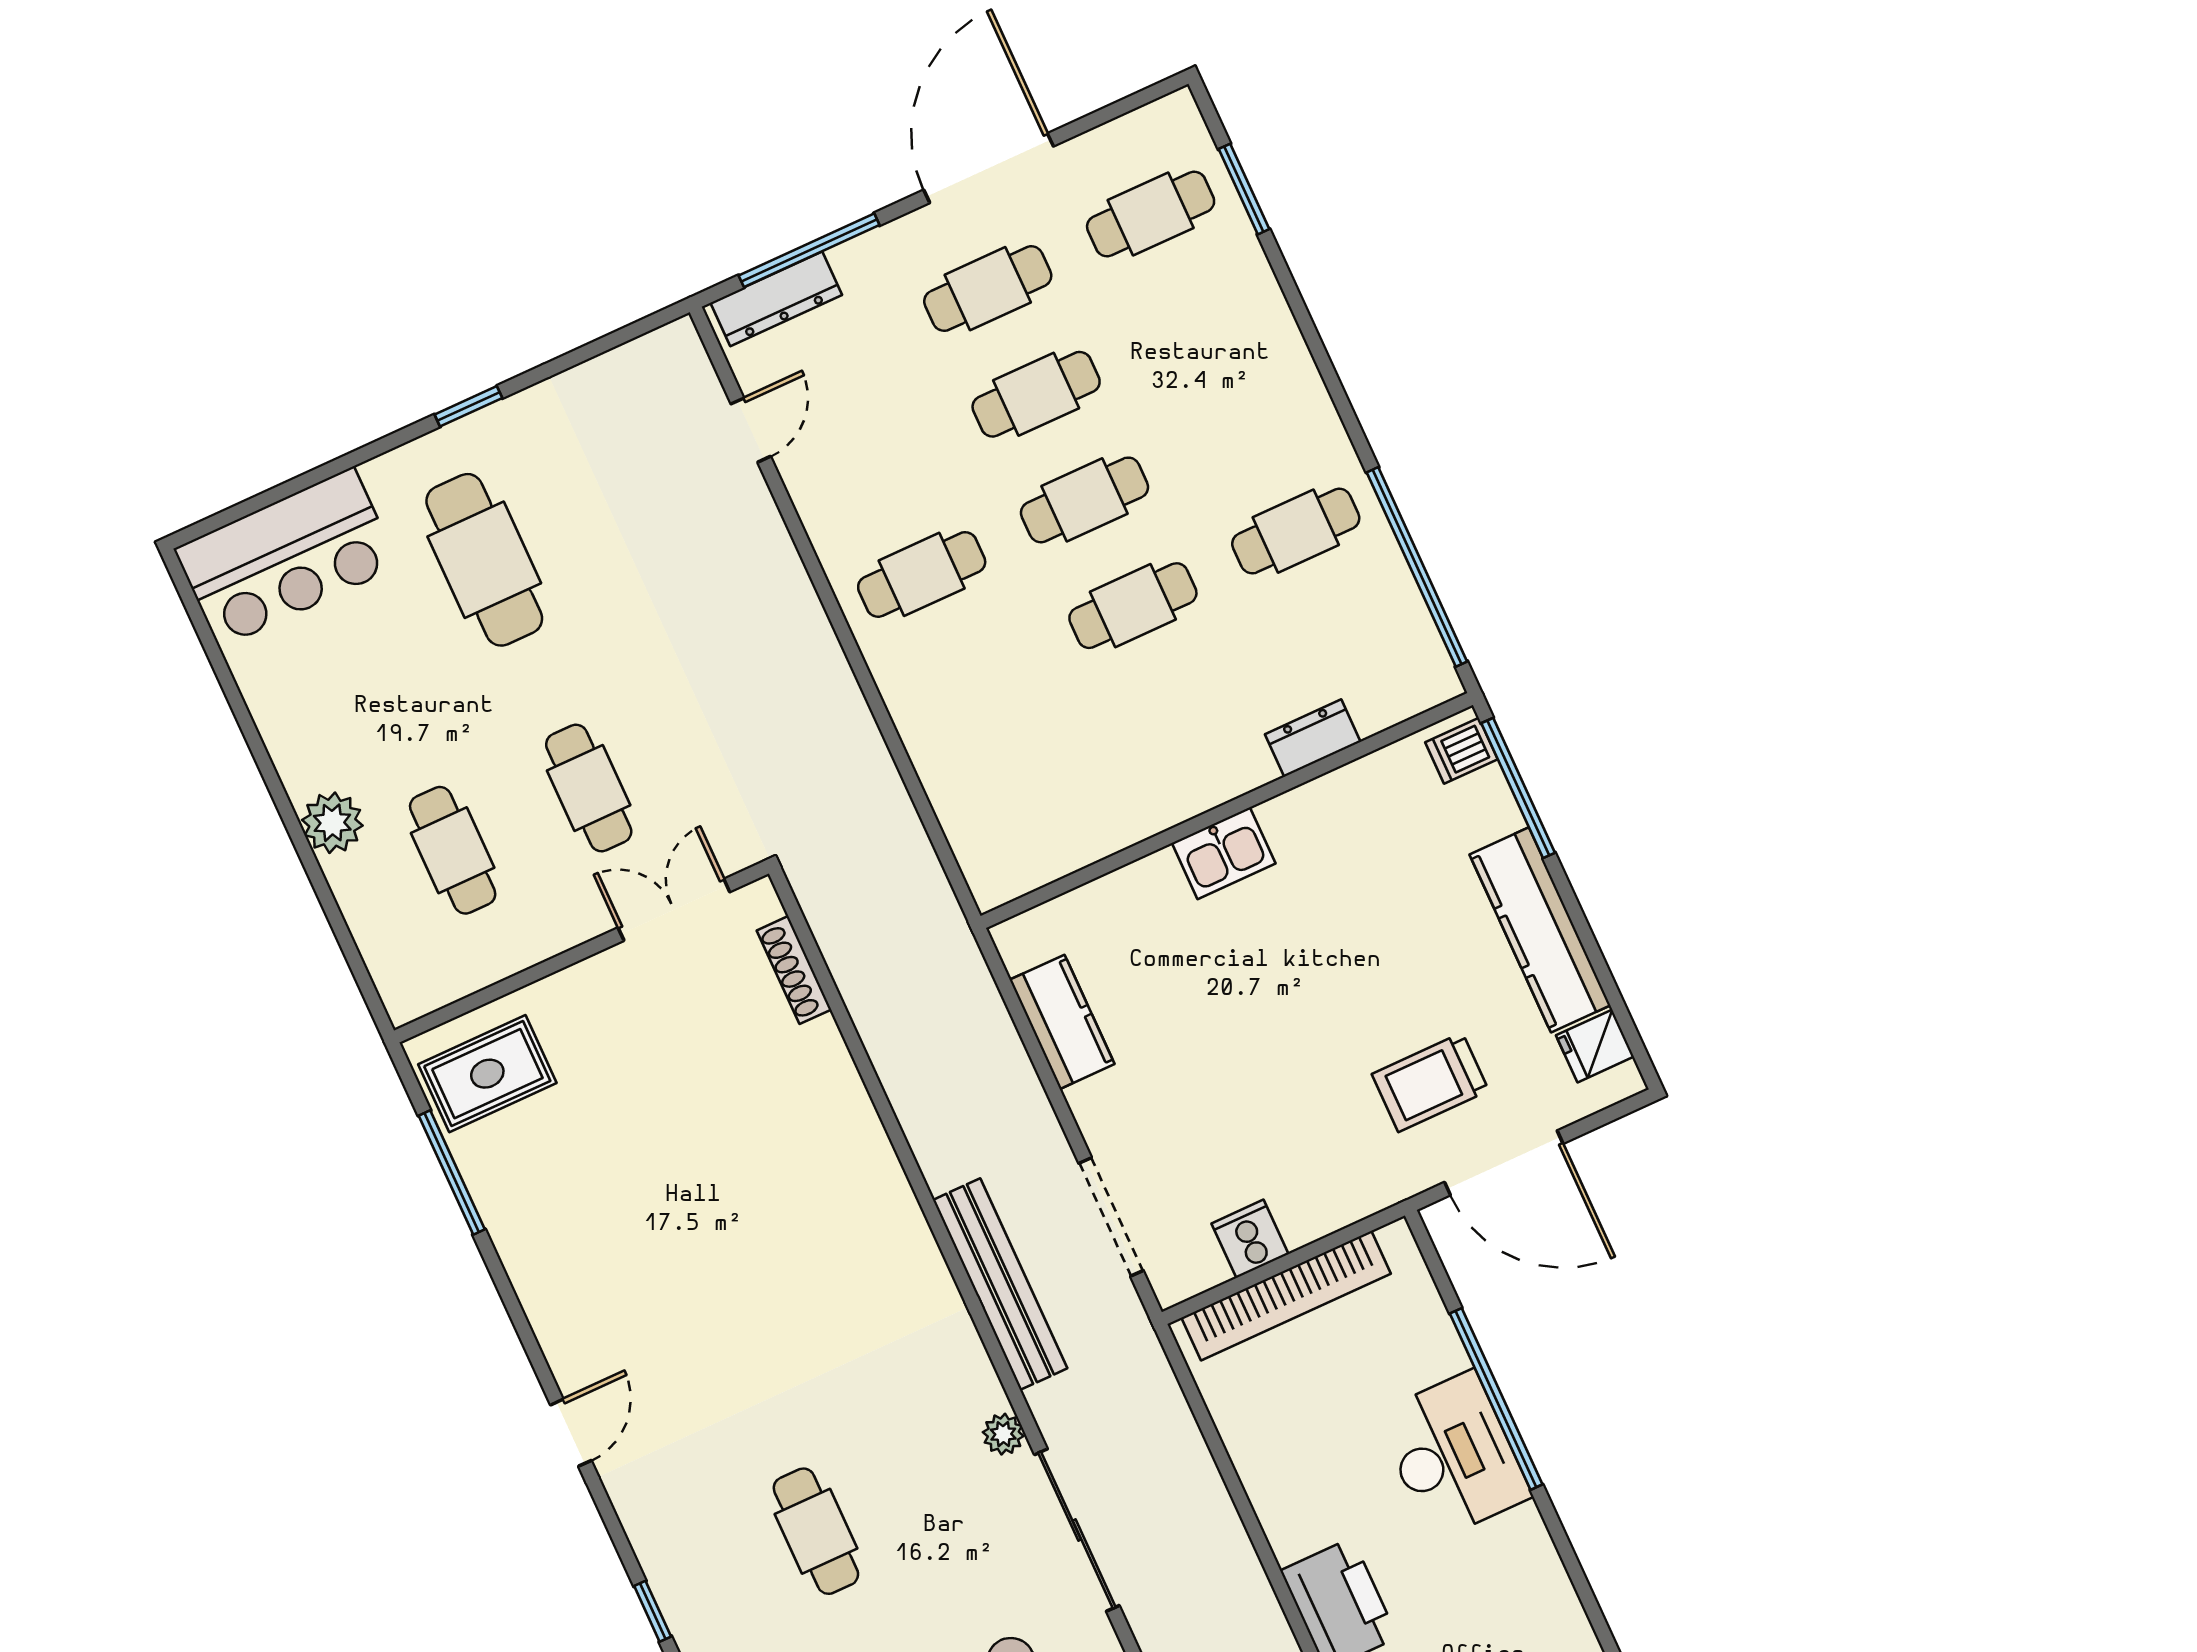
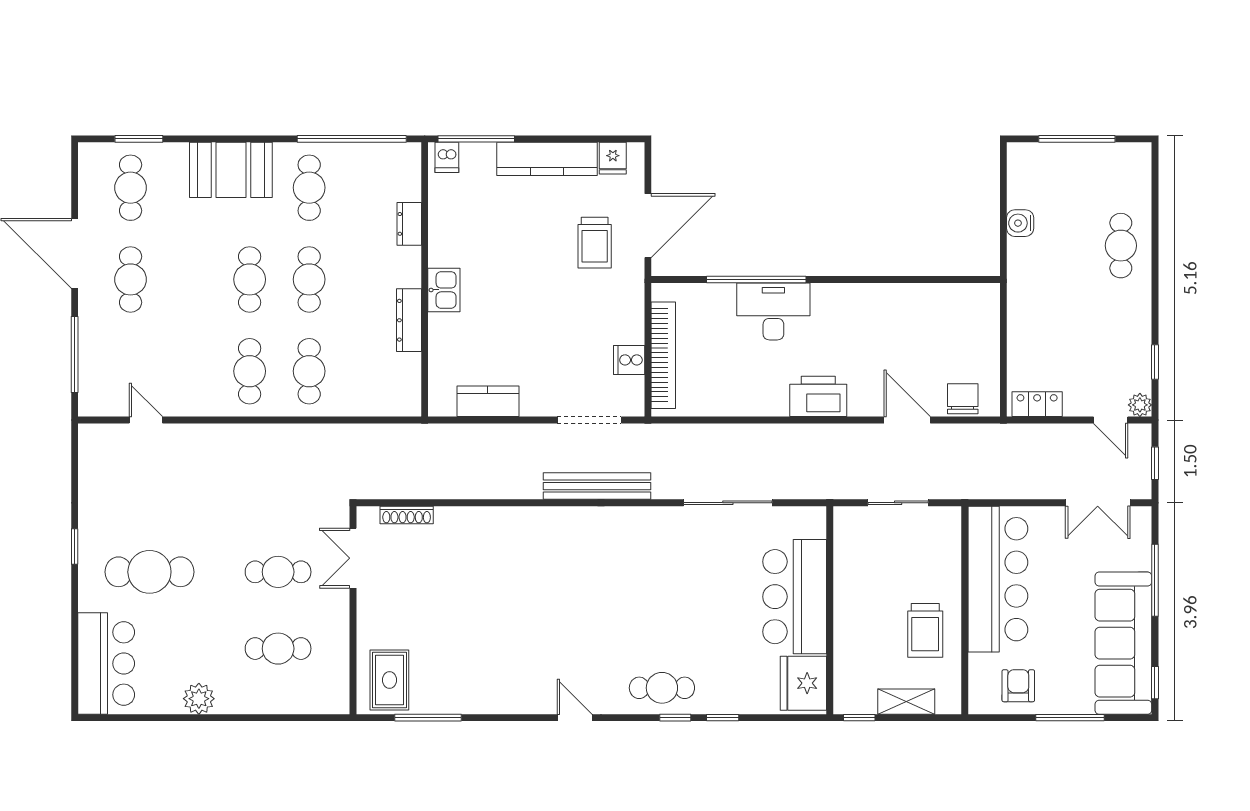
dresser: (776, 299) -> (409, 320), moved, turned 180
booth: (1264, 378) -> (231, 170), added
cafe table: (1036, 394) -> (309, 371), moved
plant: (332, 823) -> (199, 699), moved
plant: (1003, 1434) -> (667, 517), removed
cafe table: (816, 1531) -> (662, 688), moved

